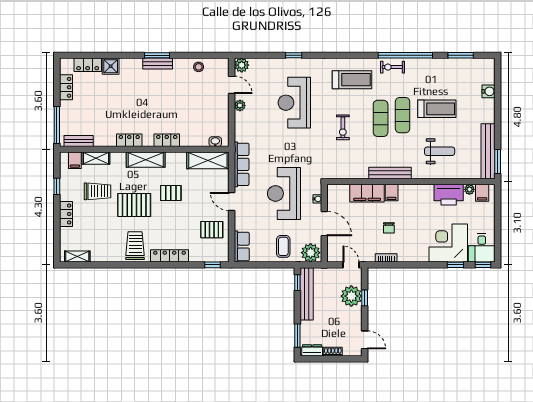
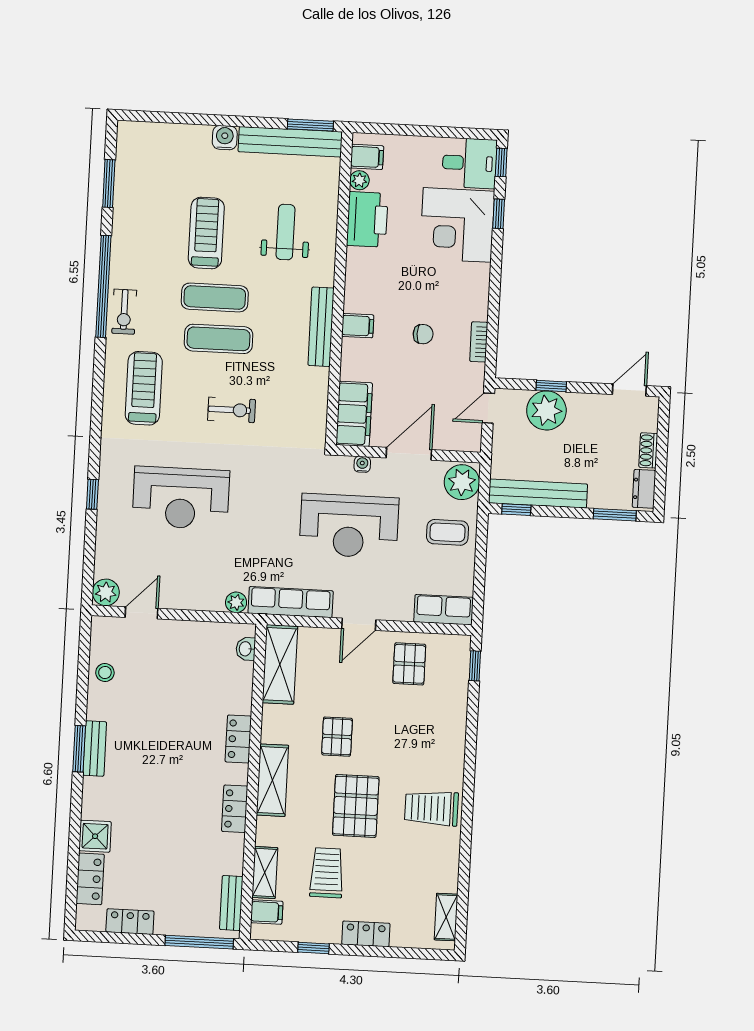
water cooler: (489, 91) -> (225, 138), moved
plant: (240, 105) -> (236, 602), moved
filing cabinet: (367, 193) -> (354, 414), moved
locker: (170, 256) -> (454, 745), removed

